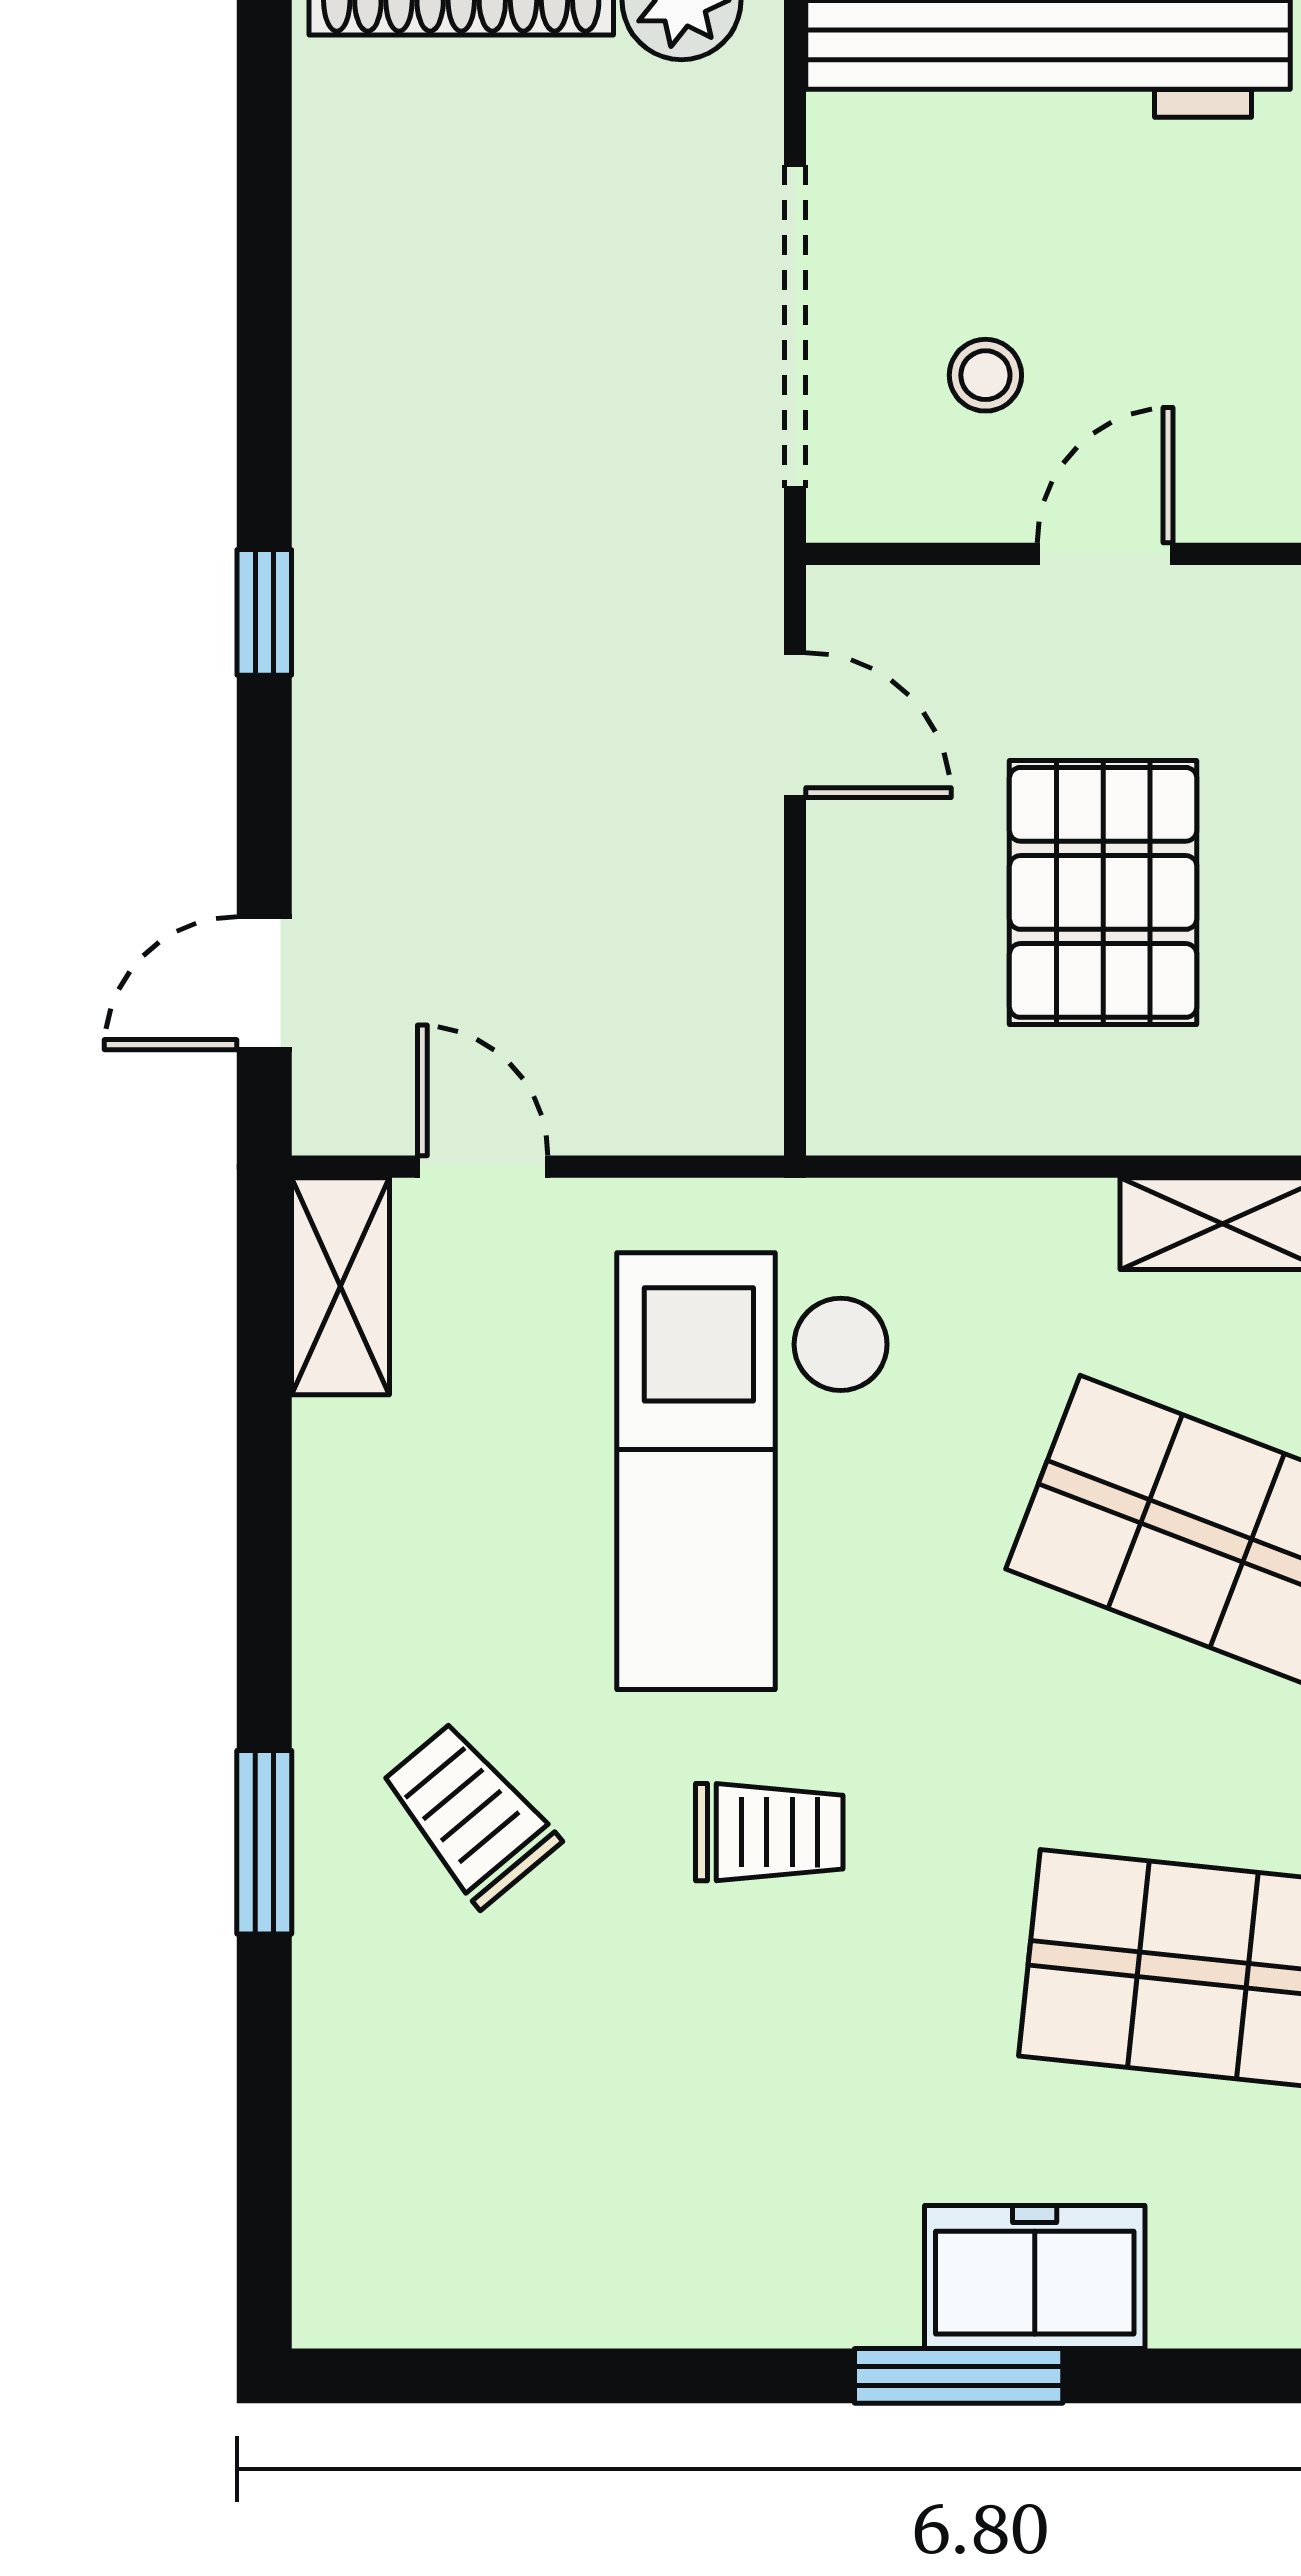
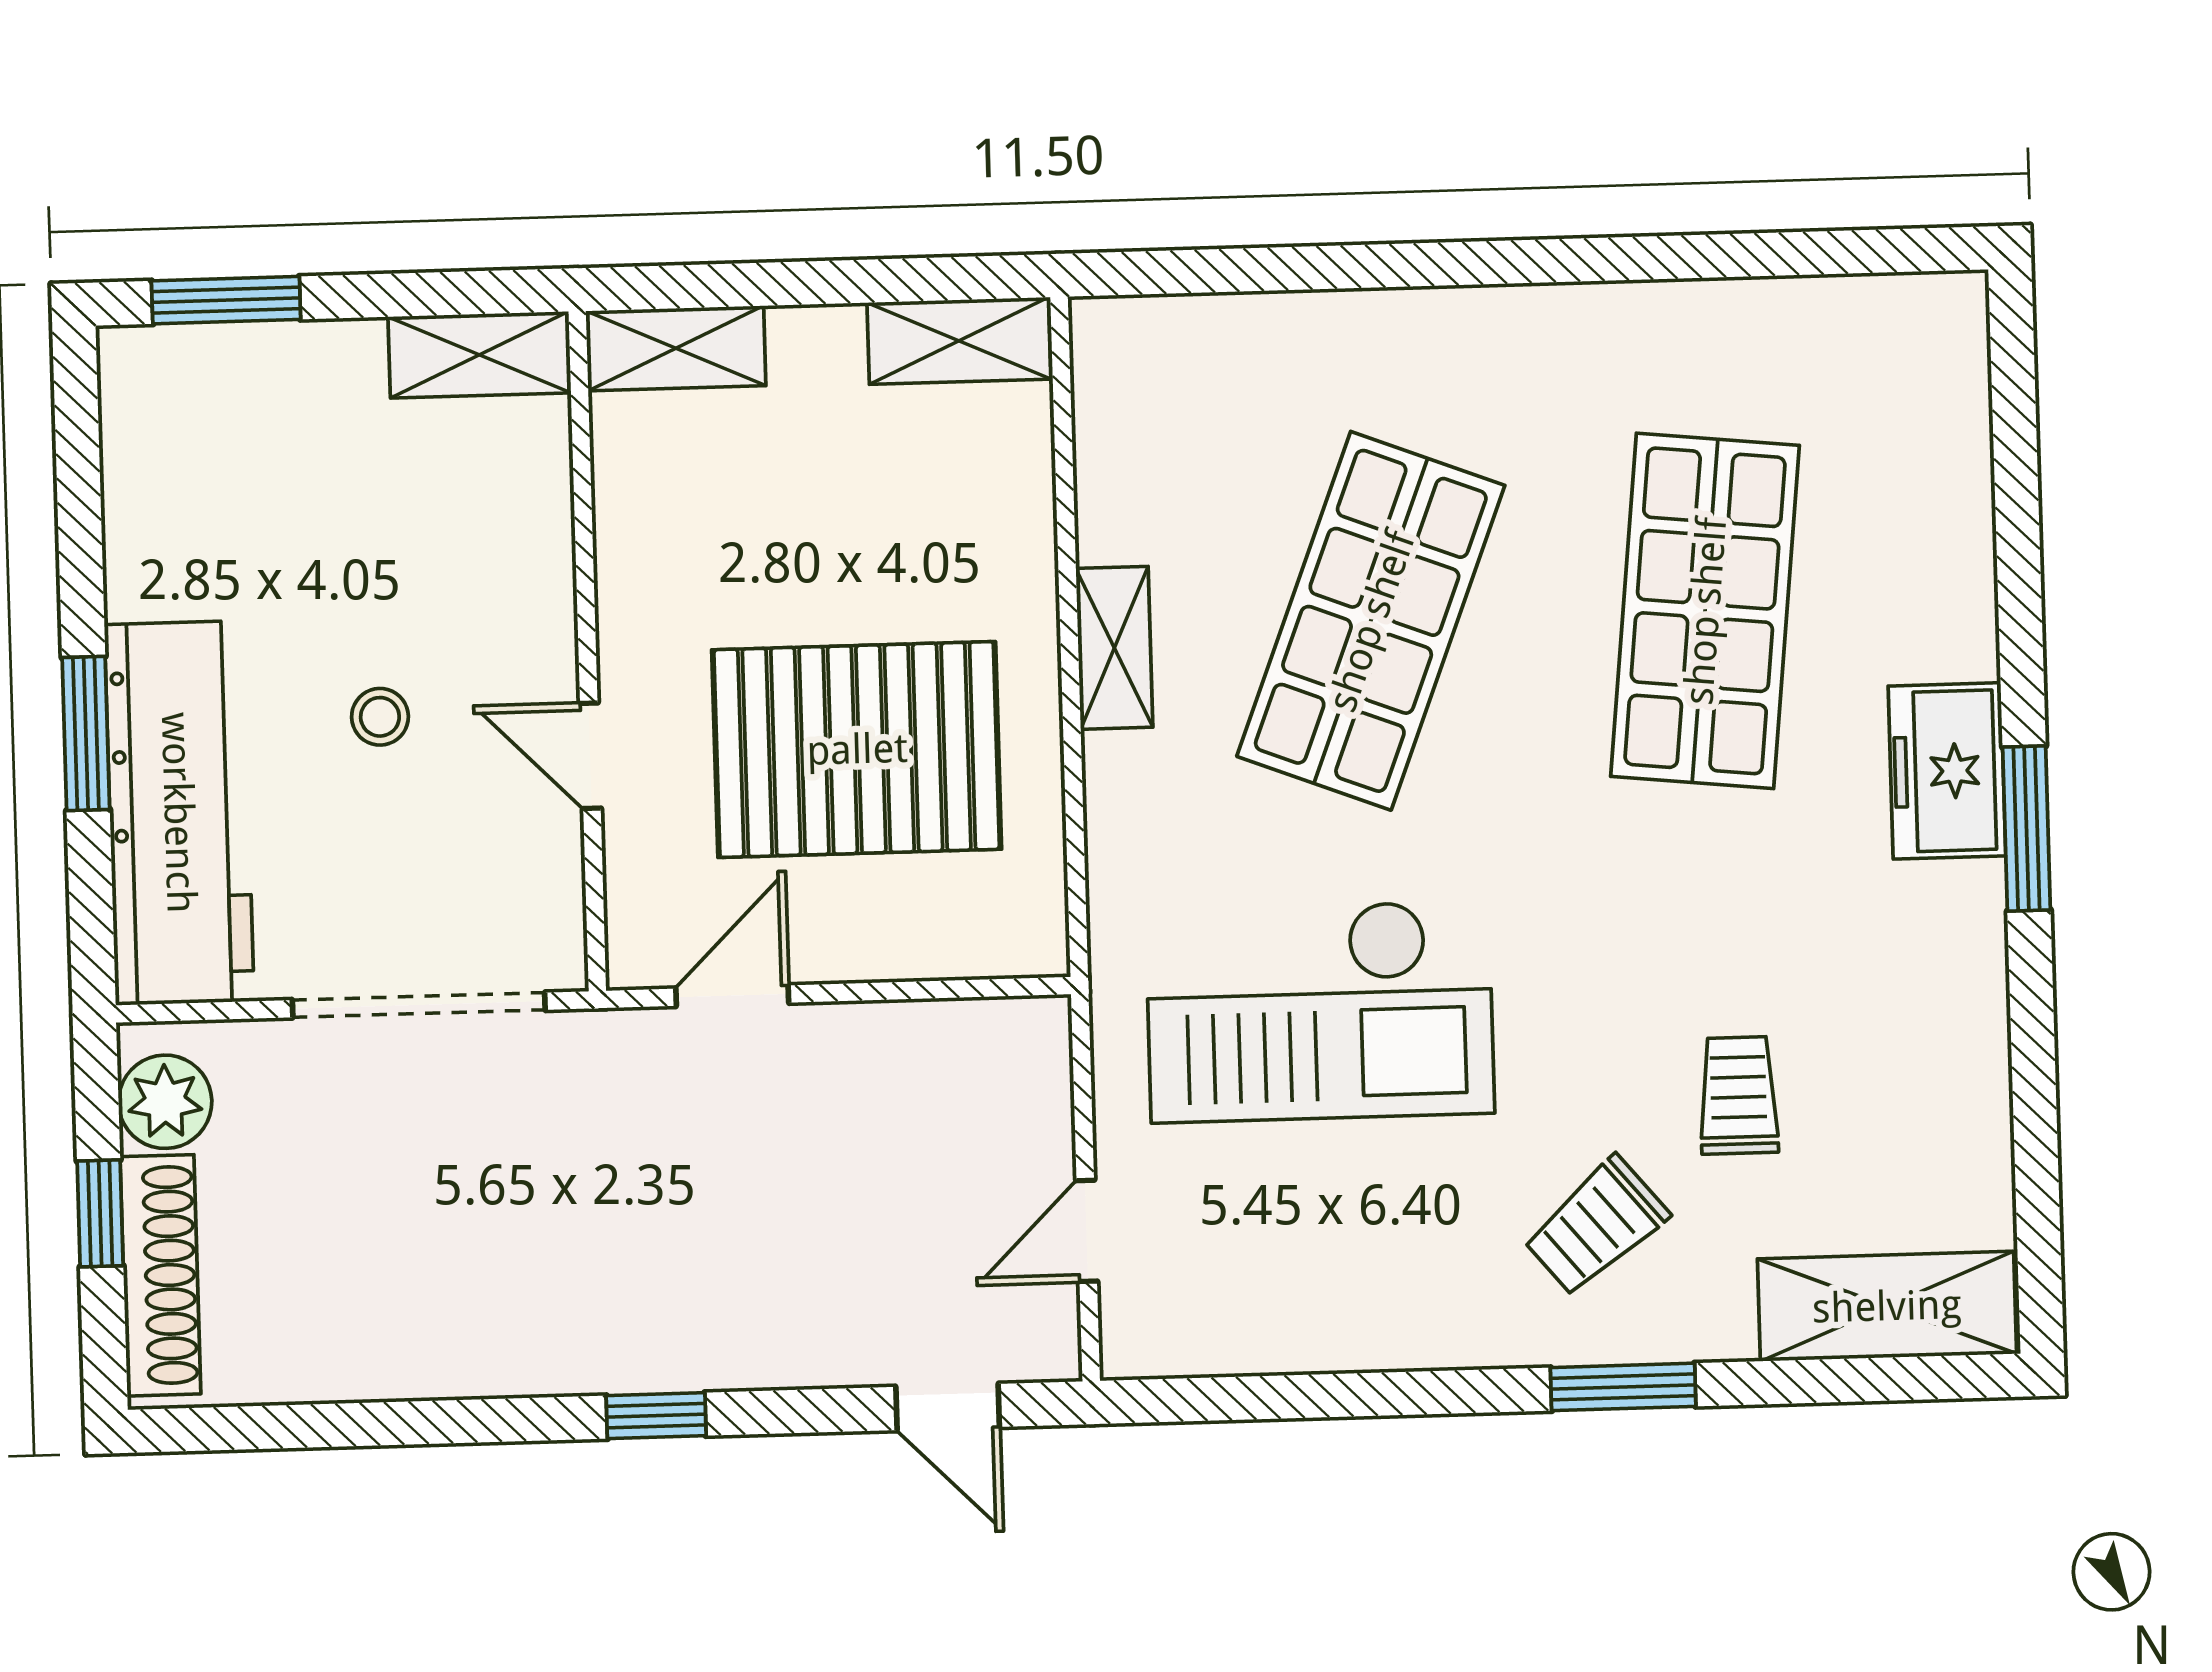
stool: (985, 375) -> (380, 717), moved
pallet: (1103, 892) -> (857, 749), width x1.37, depth x1.41
shelving: (341, 1286) -> (1887, 1306), moved, width x1.50, depth x1.33
trolley: (769, 1832) -> (1739, 1095), moved

